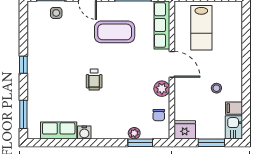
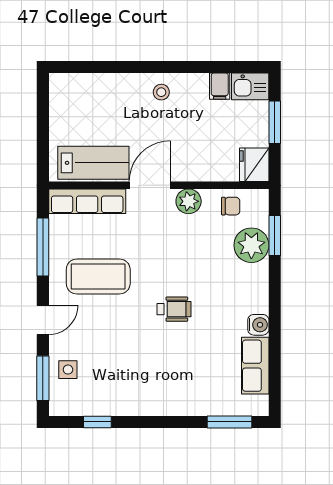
lab bench: (201, 28) -> (93, 163), moved
coffee table: (115, 32) -> (98, 276), turned 90
window: (23, 65) -> (97, 422), moved
stool: (216, 88) -> (161, 92), moved
plant: (134, 133) -> (251, 245), width x1.88, depth x1.88

